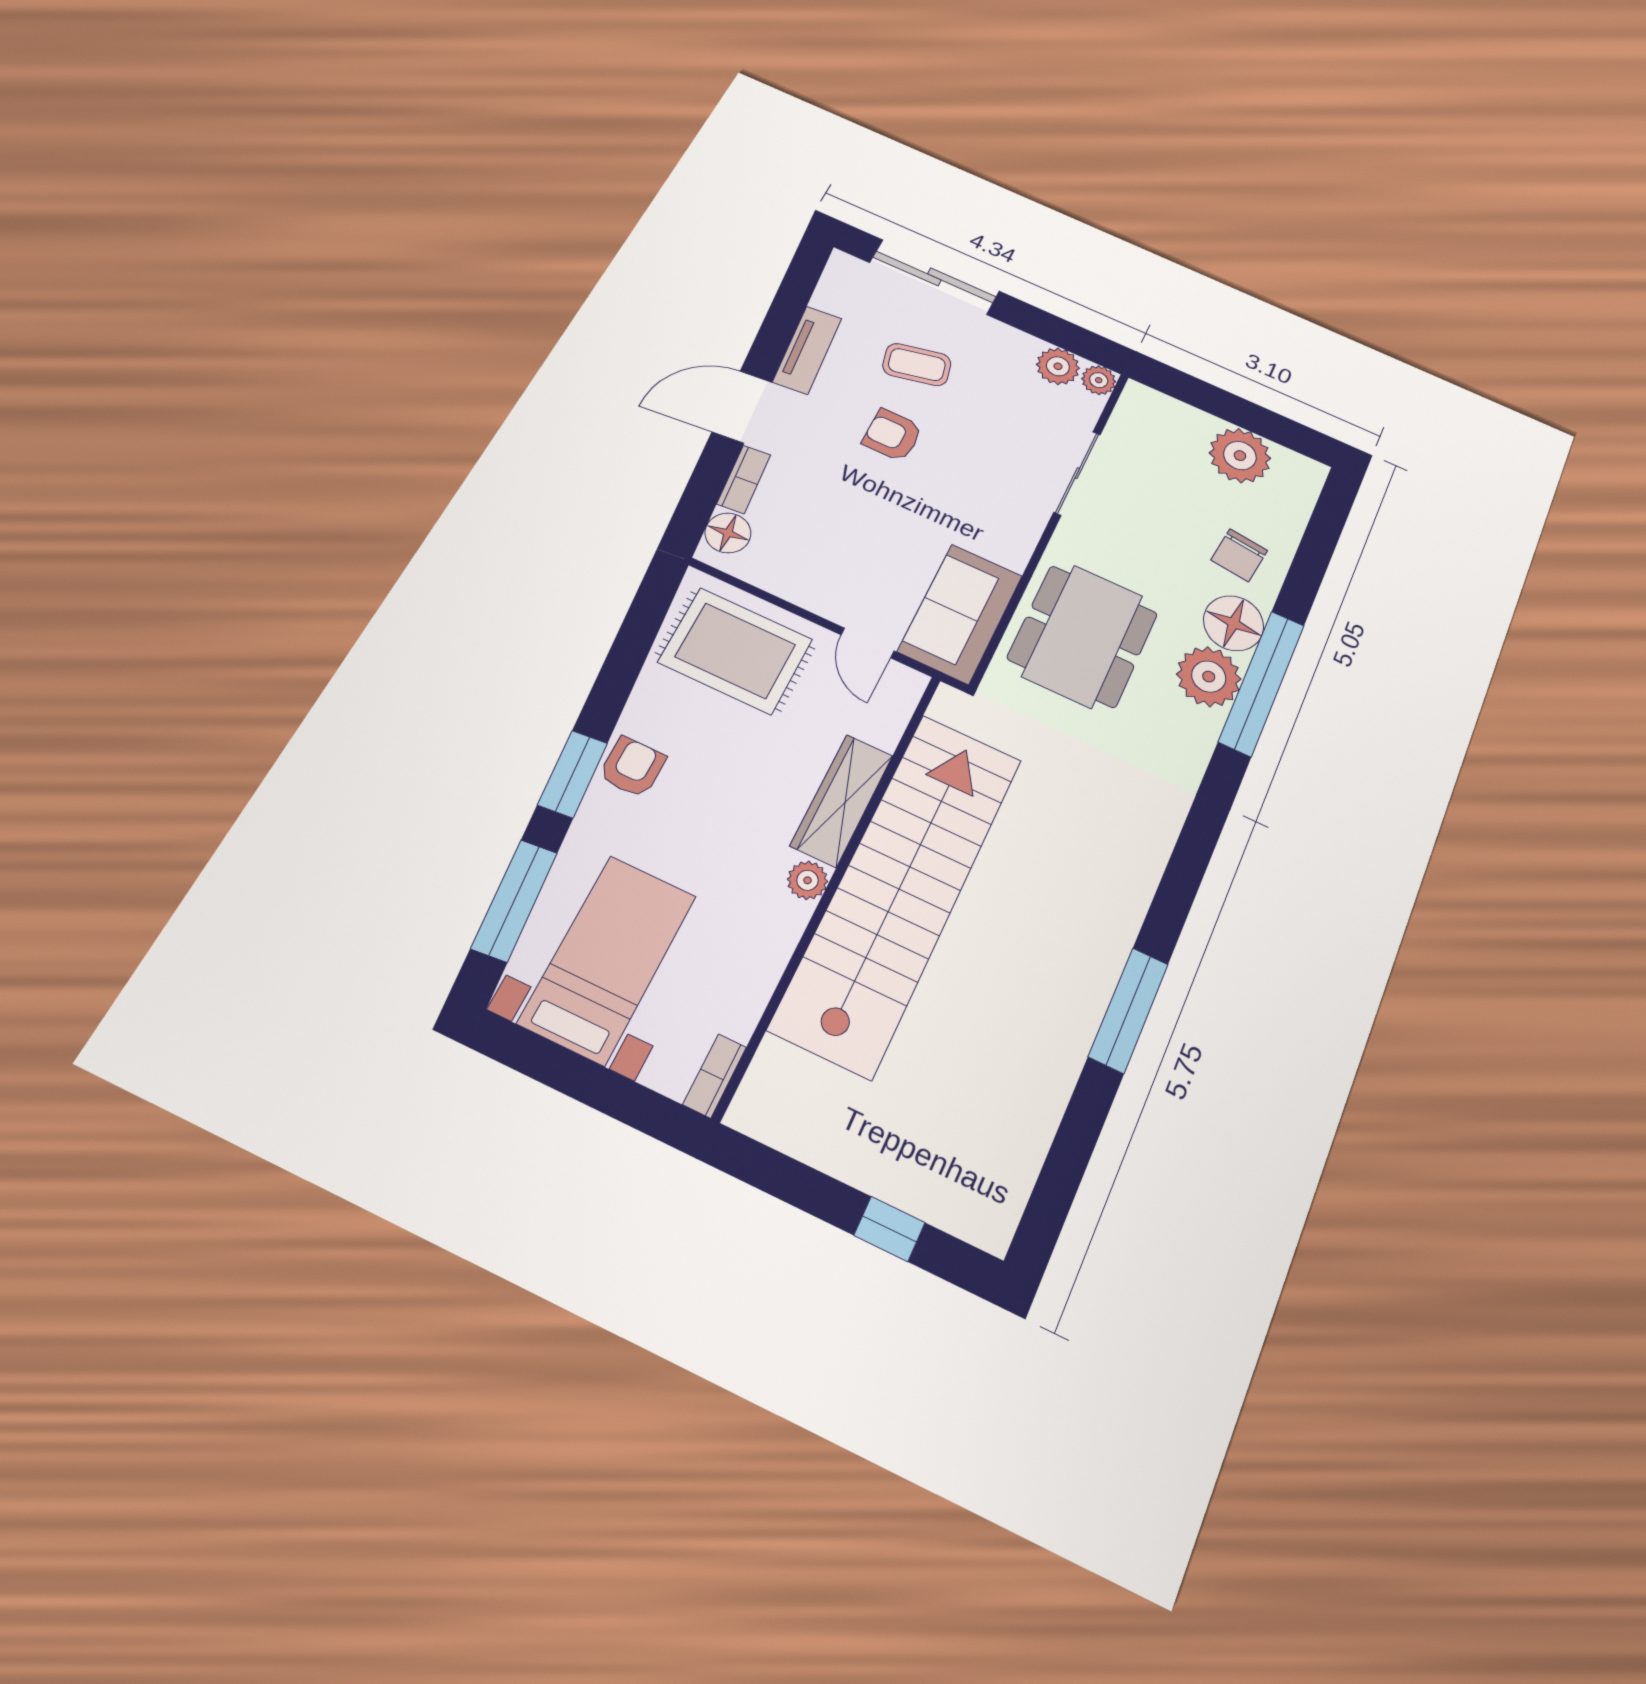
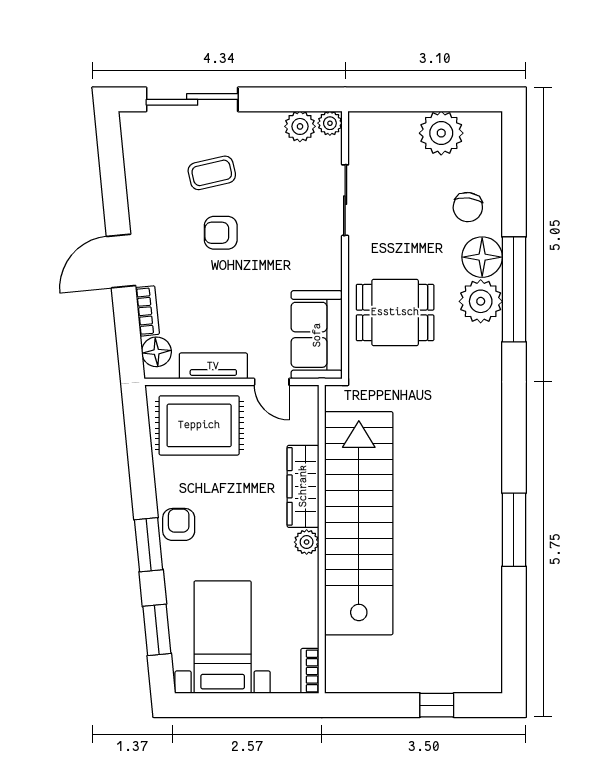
tv unit: (807, 350) -> (213, 366), moved, turned -84
dining table: (1083, 636) -> (395, 312), width x0.73
window: (514, 900) -> (157, 630), width x0.69

